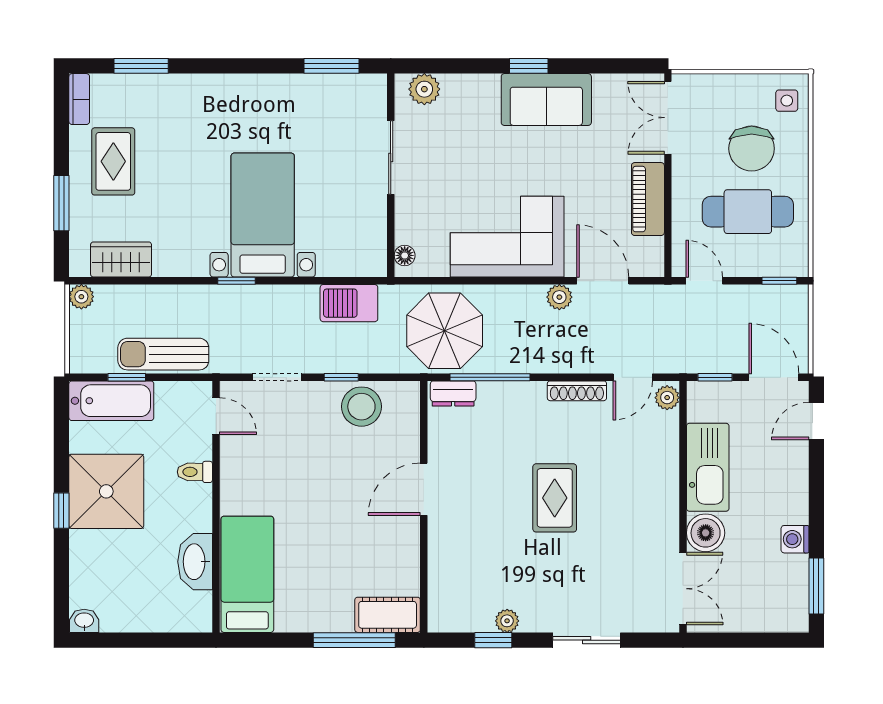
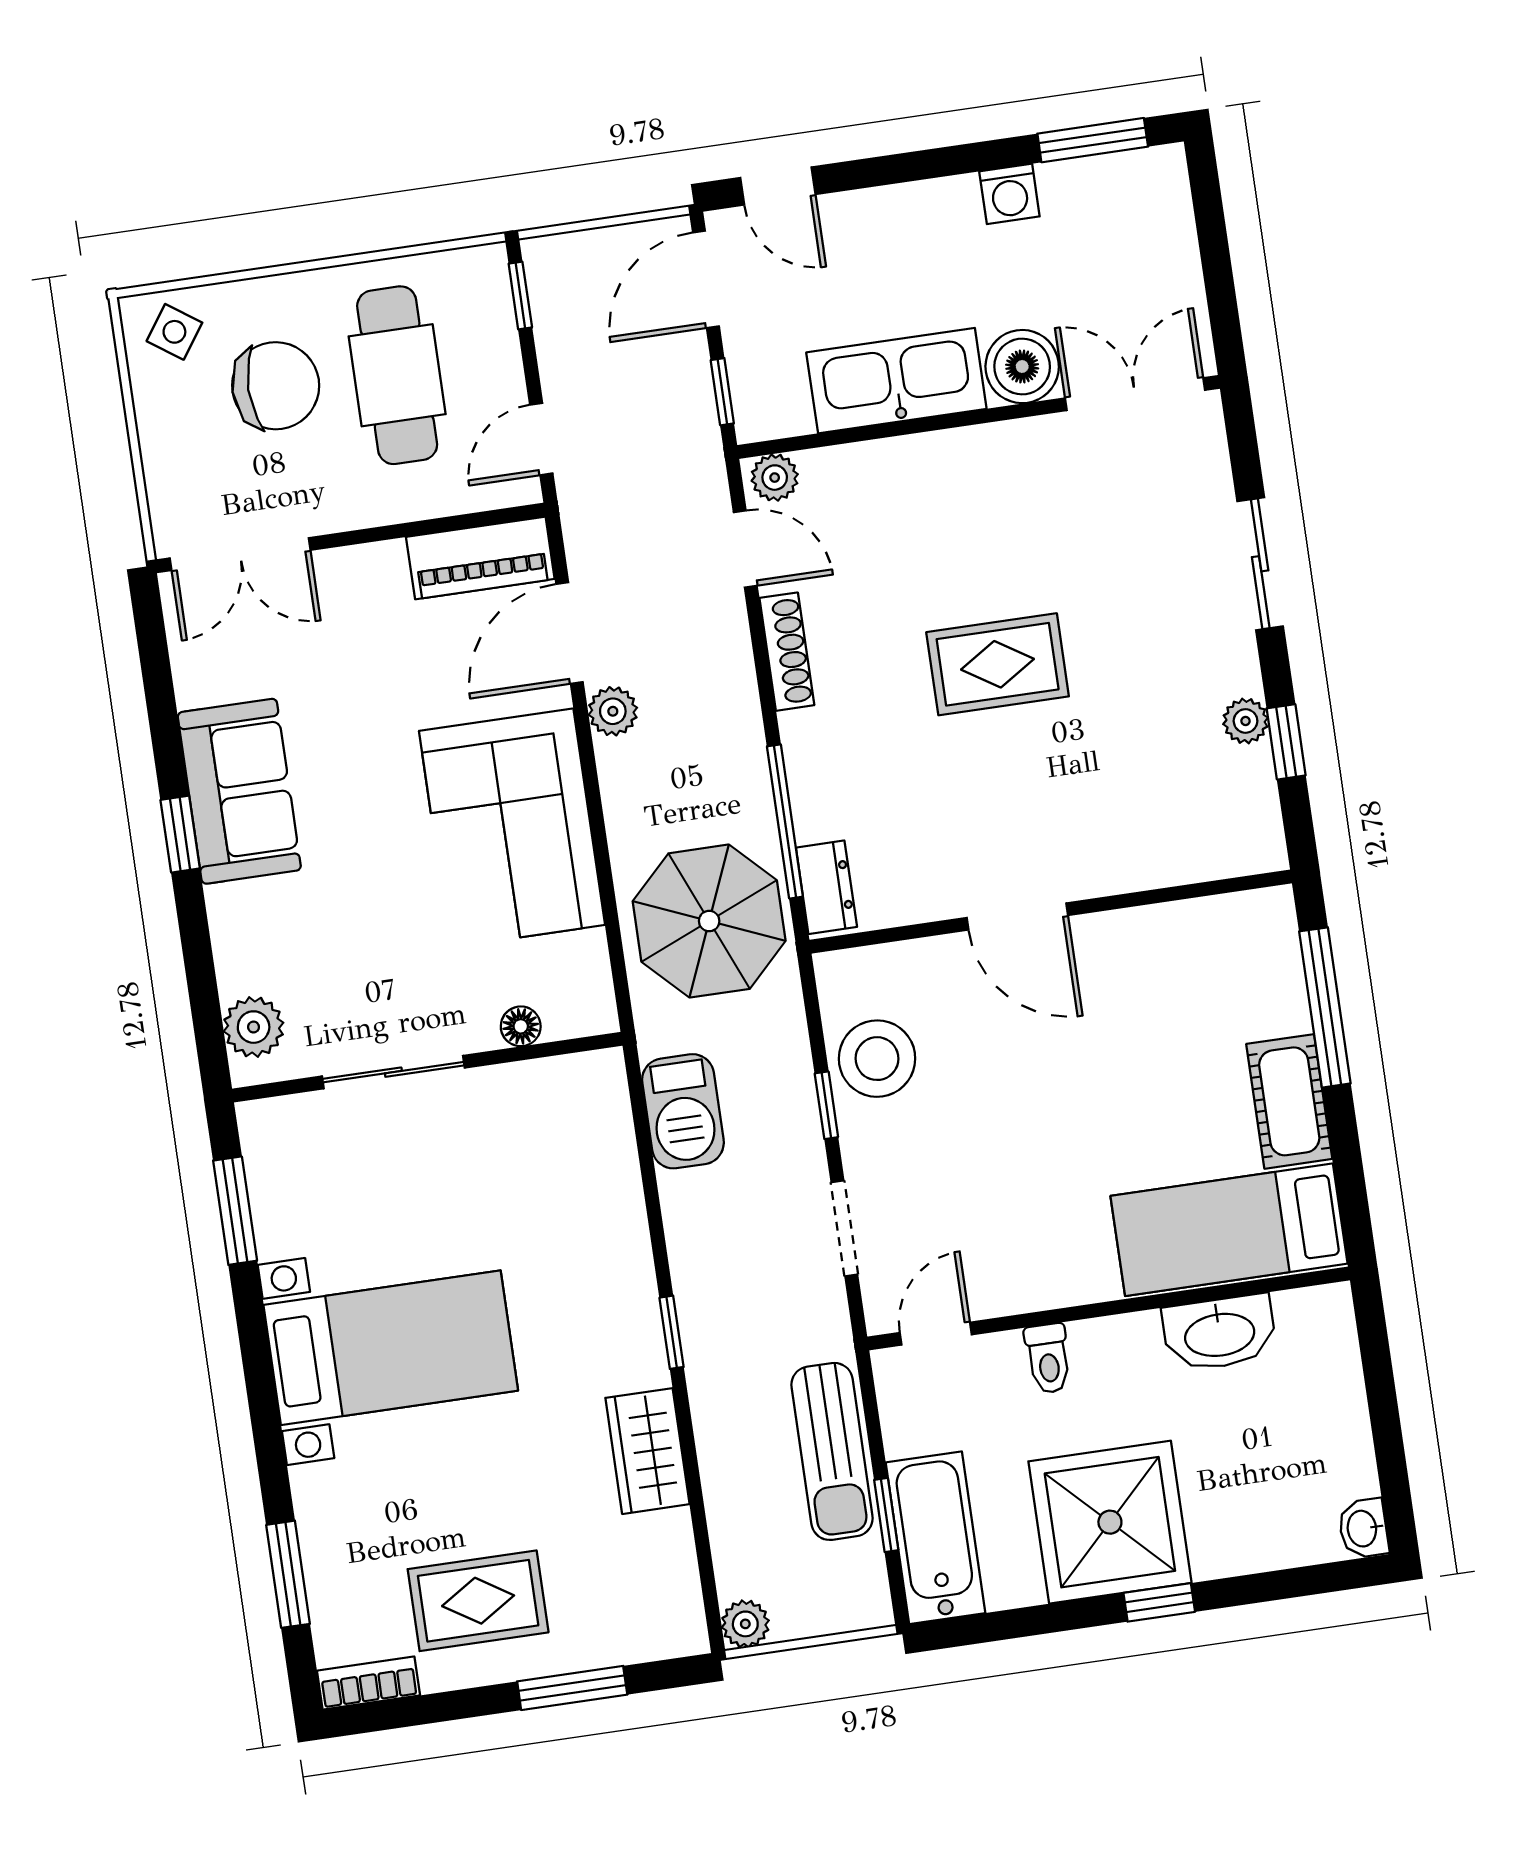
side table: (787, 101) -> (174, 332), turned 35
piano: (648, 199) -> (480, 558), moved
bed with nightstands: (263, 215) -> (391, 1348), moved, turned 180
floor lamp: (405, 255) -> (521, 1026), moved
wardrobe: (121, 259) -> (647, 1451), moved
cot: (388, 615) -> (1289, 1101), moved

